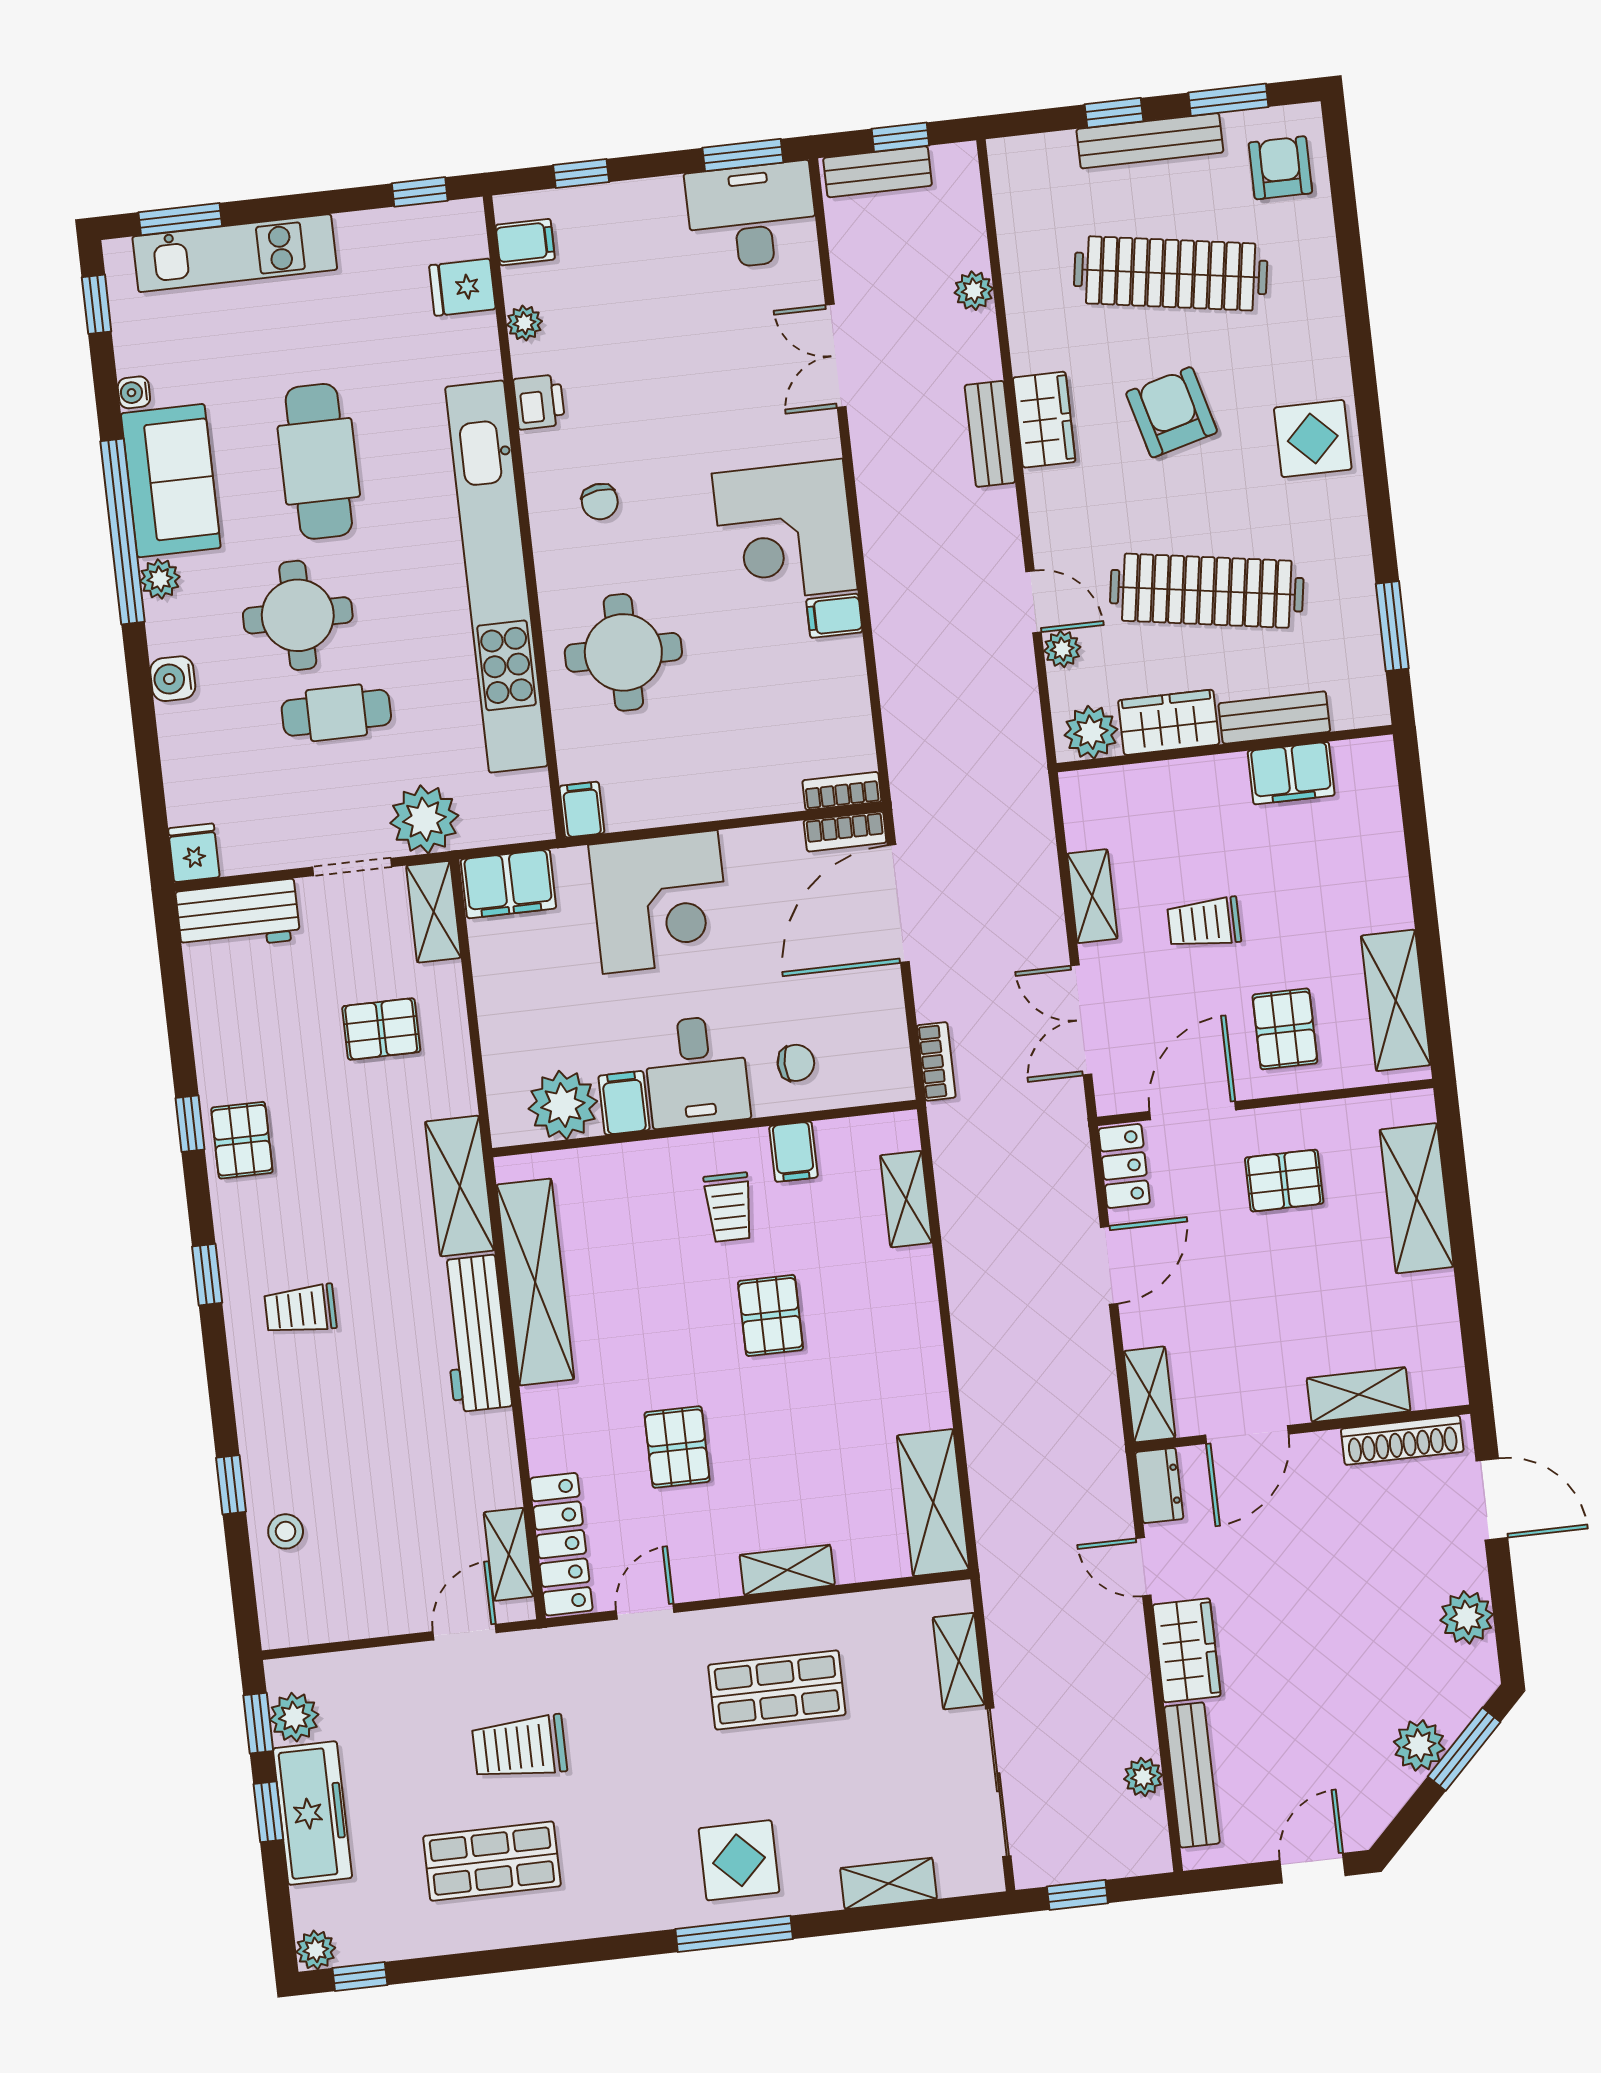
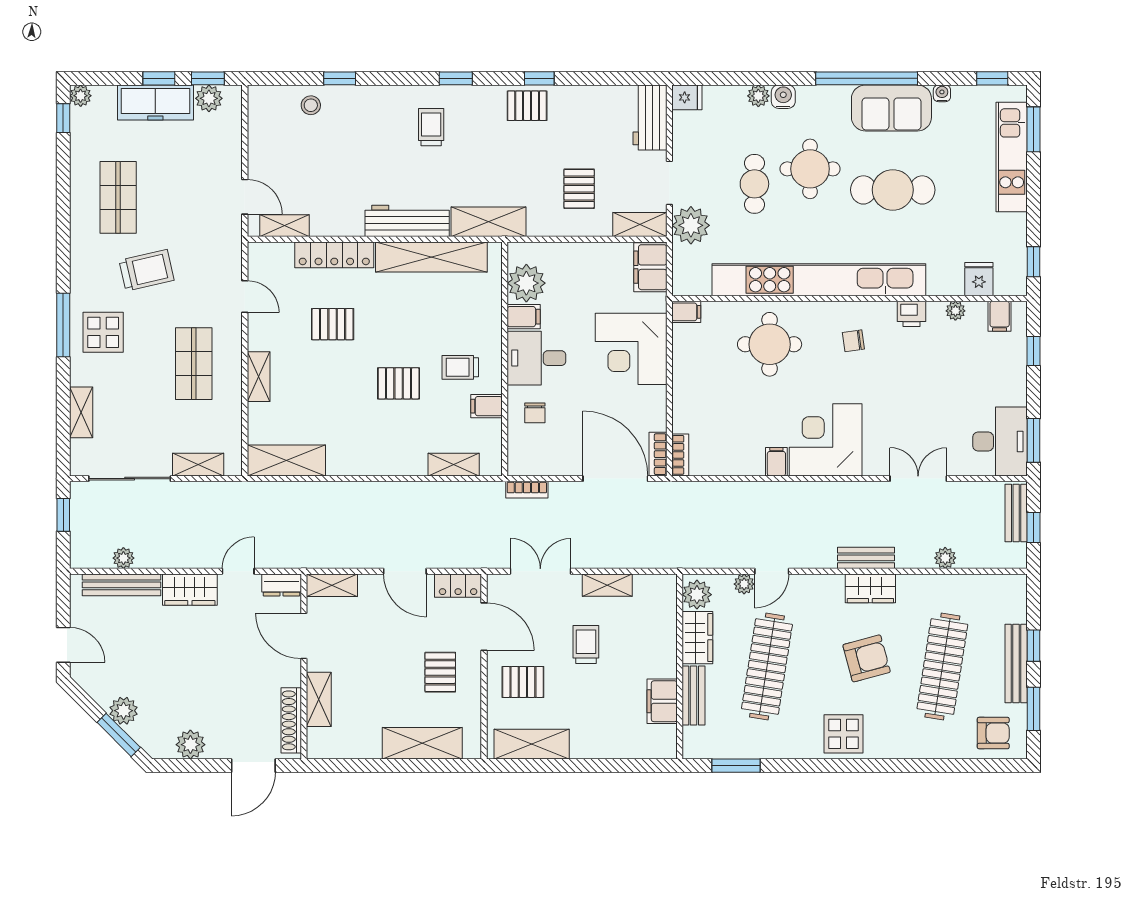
plant: (160, 579) -> (758, 96), moved
locker: (561, 1544) -> (334, 255), moved
trolley: (519, 1747) -> (147, 270), moved, turned 77

